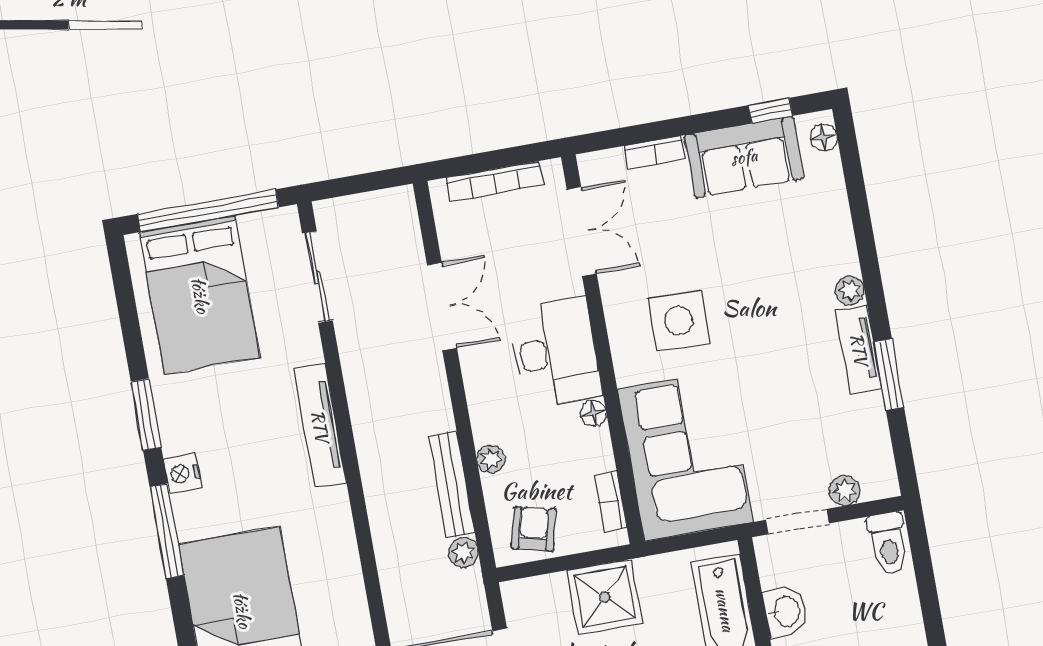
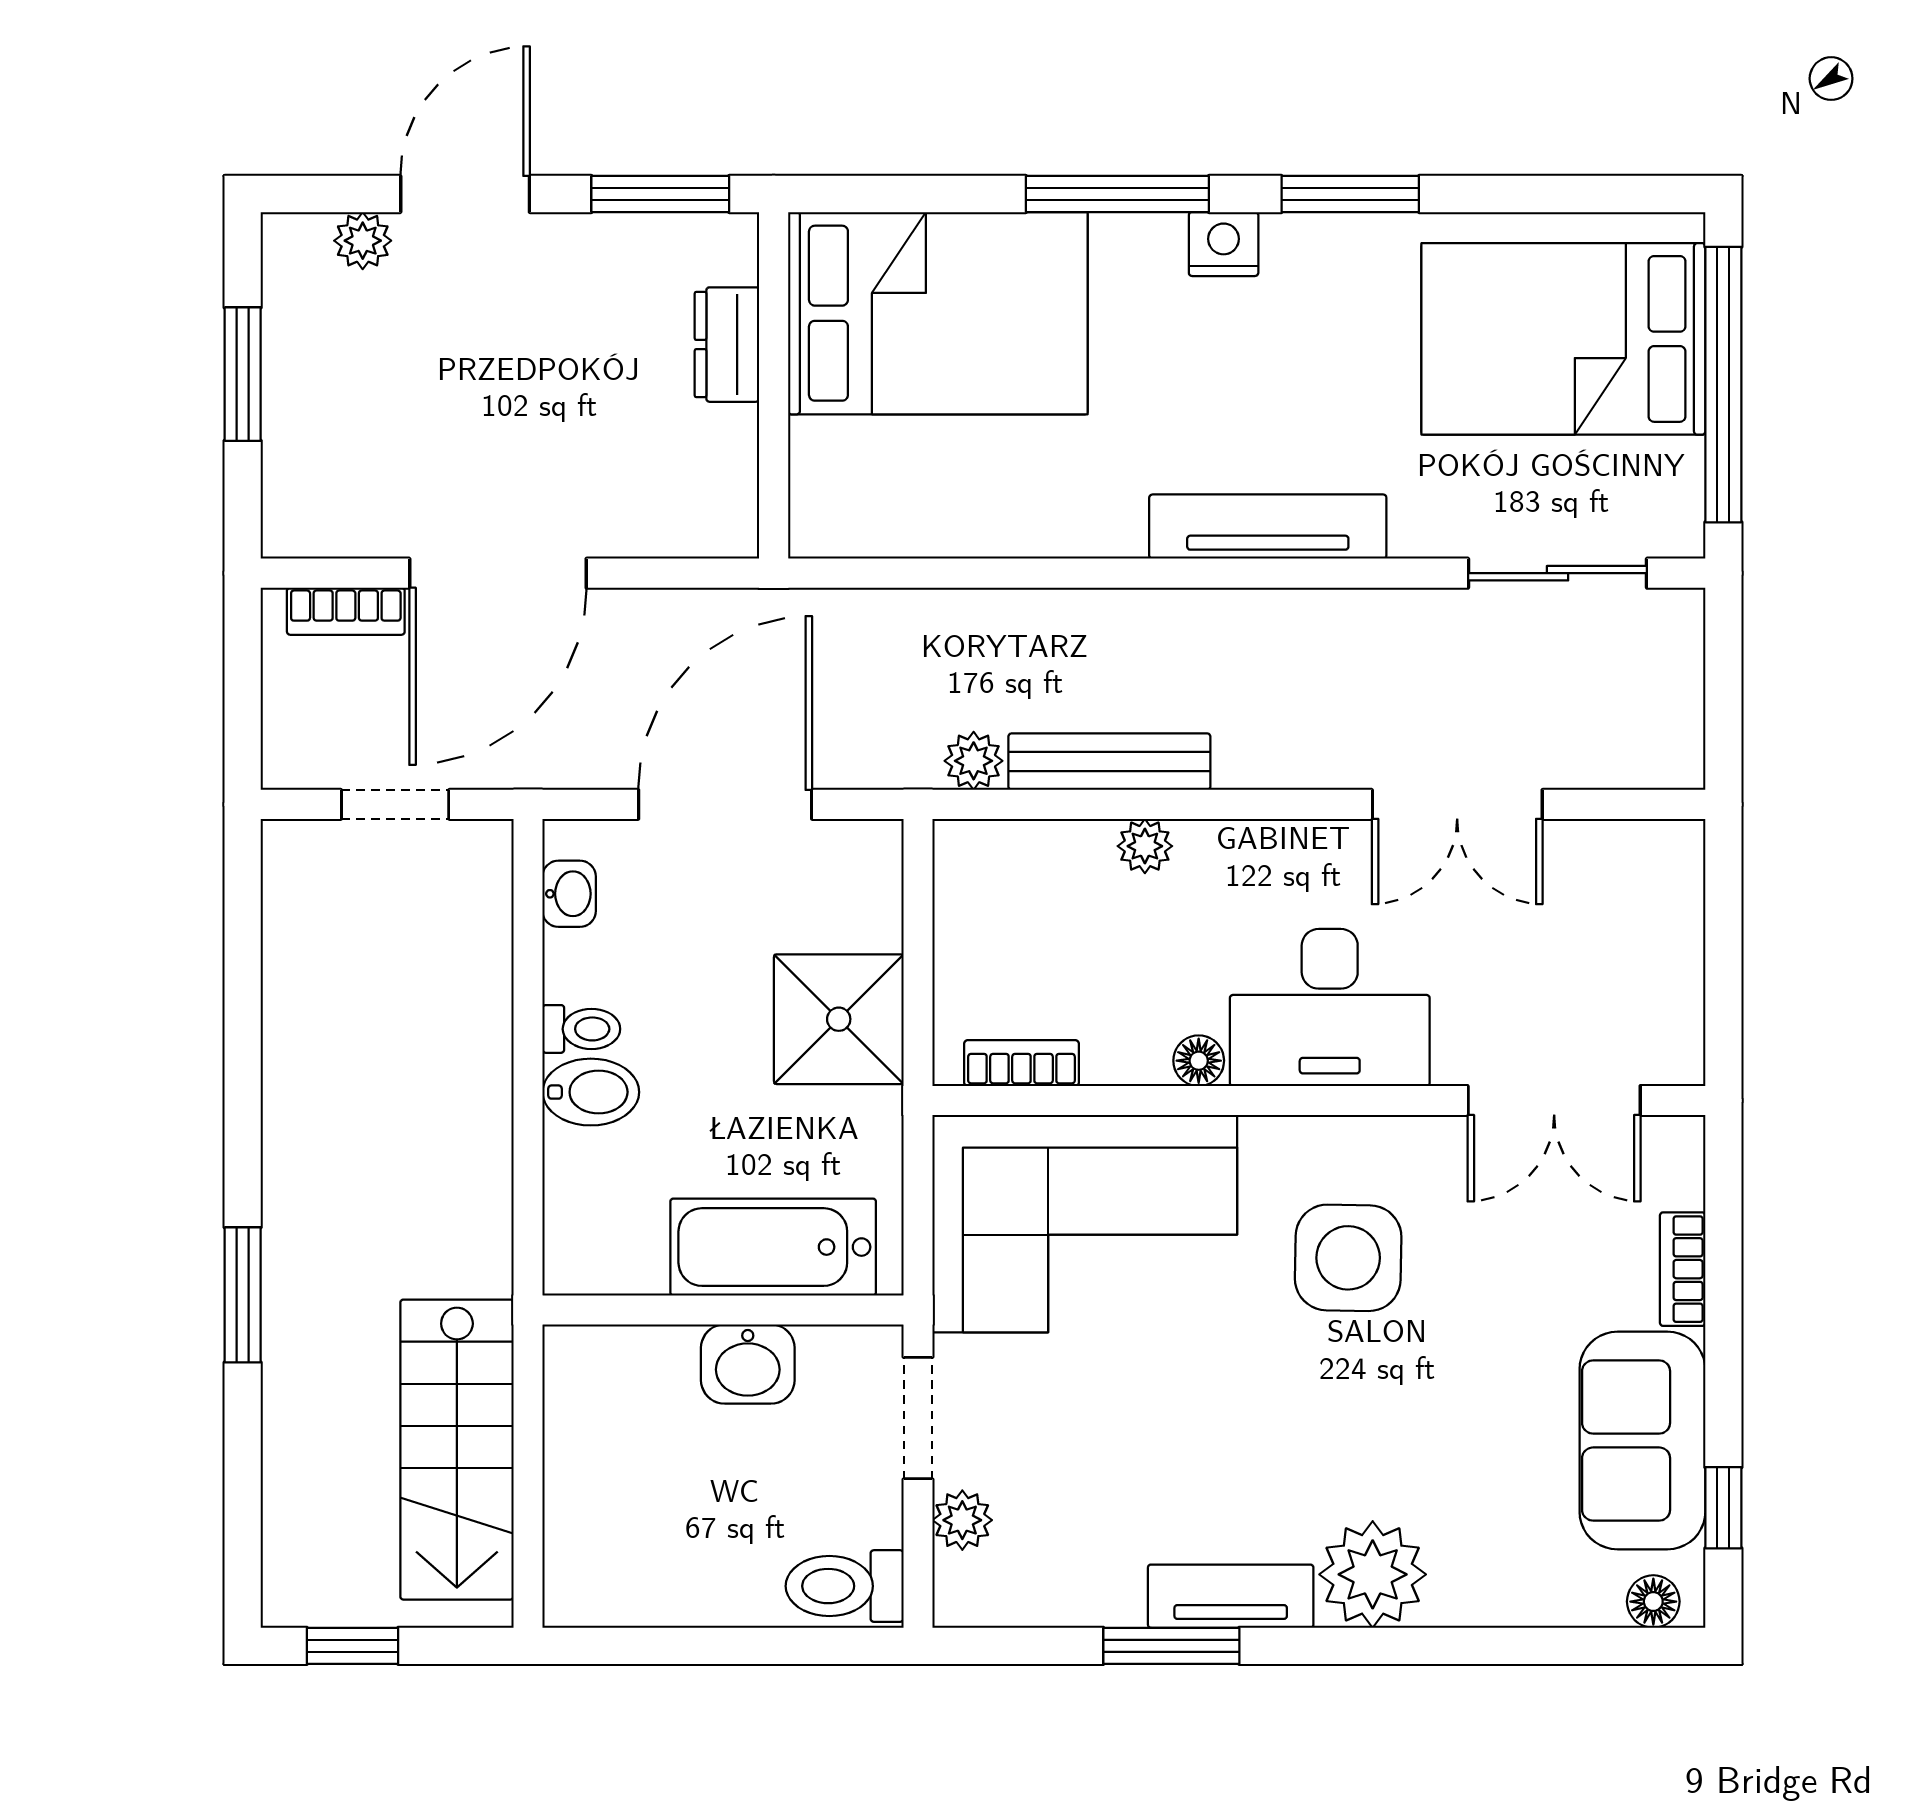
bookcase: (495, 181) -> (1681, 949), removed
plant: (850, 290) -> (1373, 1574), width x1.88, depth x1.88
armchair: (534, 529) -> (995, 905), removed

